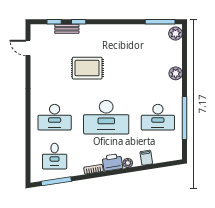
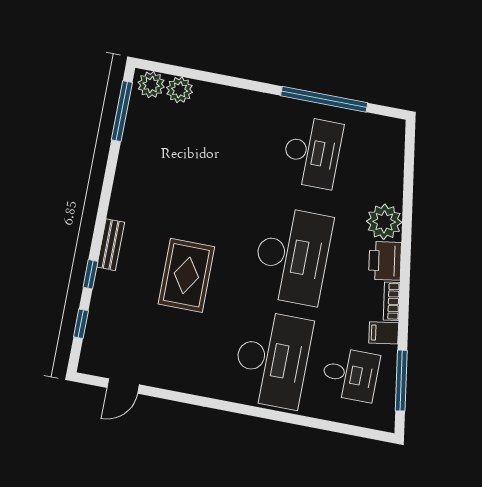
bench: (67, 29) -> (111, 245), moved
plant: (176, 73) -> (179, 90), moved
desk: (55, 117) -> (272, 359), width x1.36, depth x1.30
filing cabinet: (146, 158) -> (384, 333), moved
plant: (128, 163) -> (384, 222), width x1.87, depth x1.87

